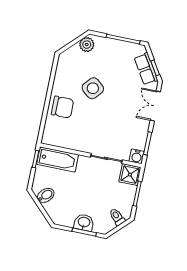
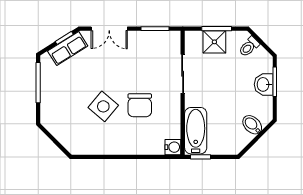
plant: (87, 45) -> (53, 124), removed
chair: (63, 107) -> (140, 105), moved, turned 180
water cooler: (137, 156) -> (173, 147), moved
shower: (130, 175) -> (214, 42), moved
bidet: (46, 195) -> (252, 125), moved

